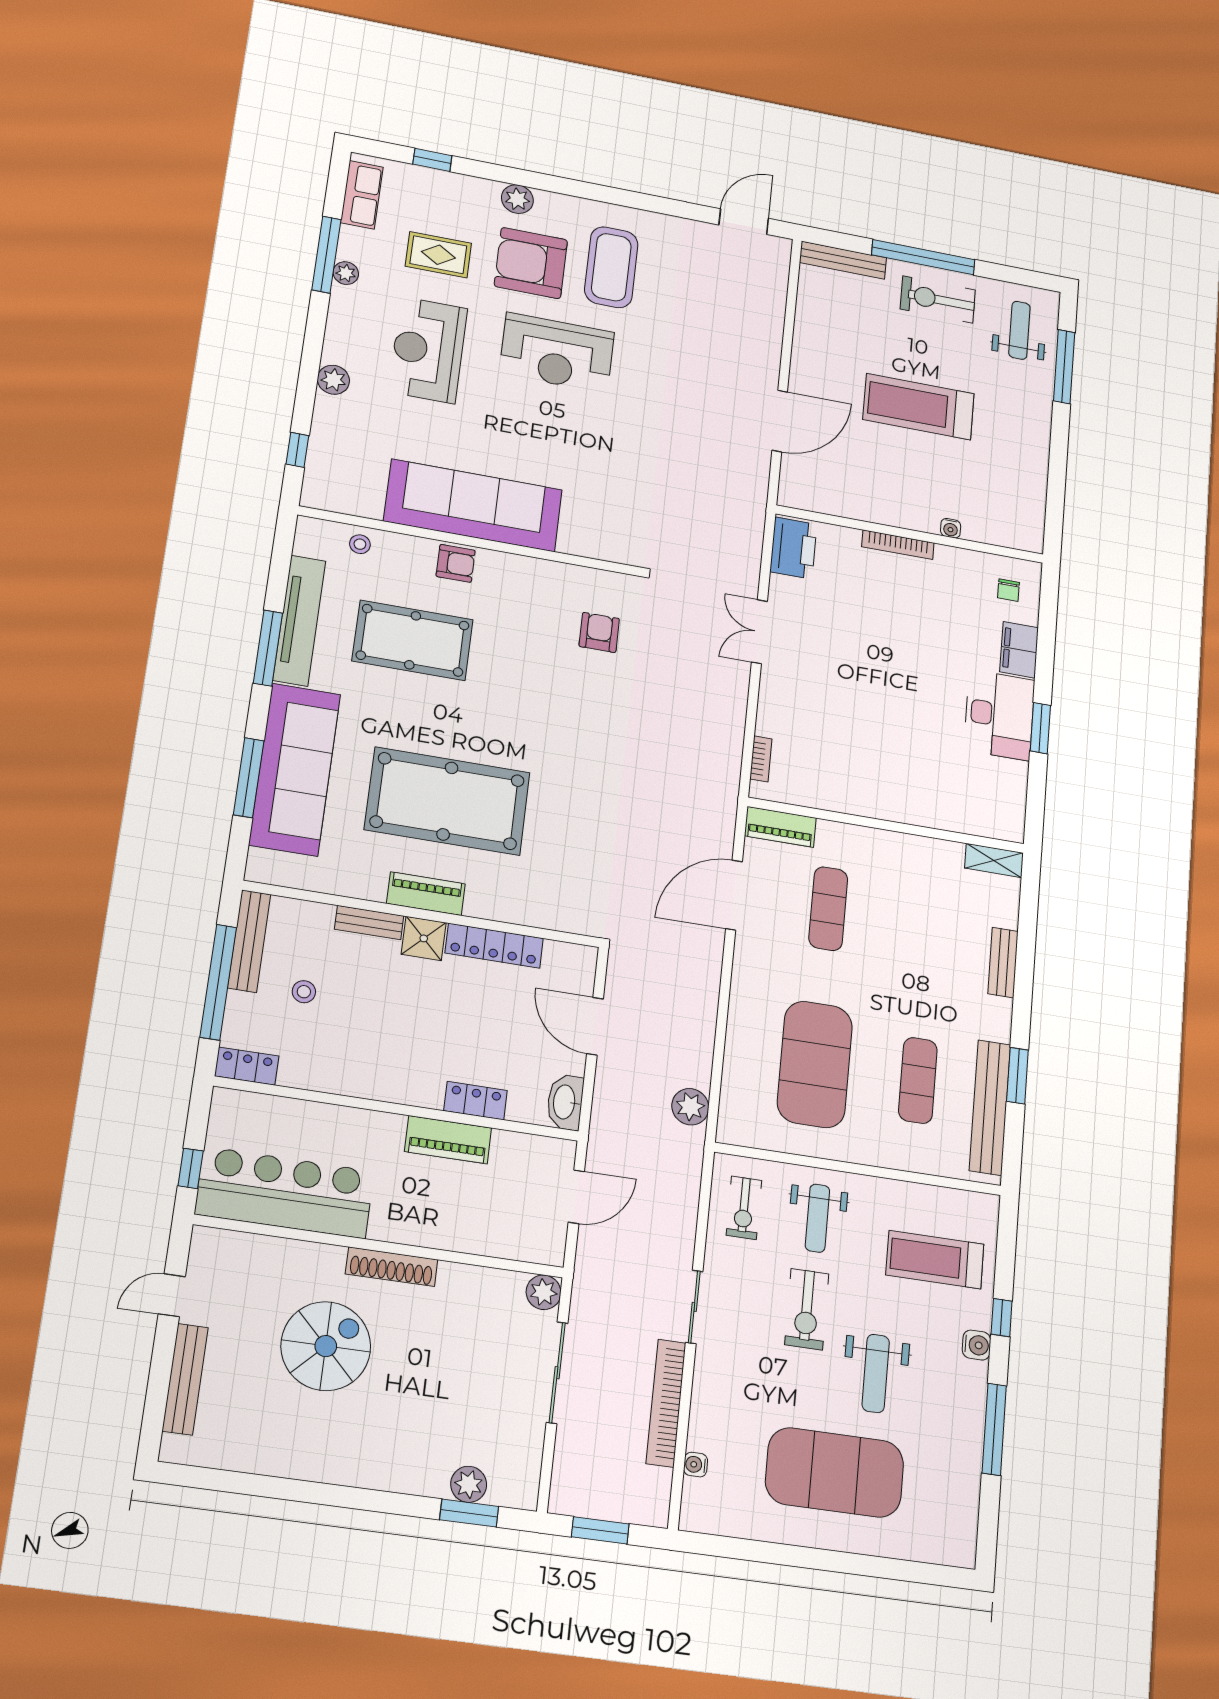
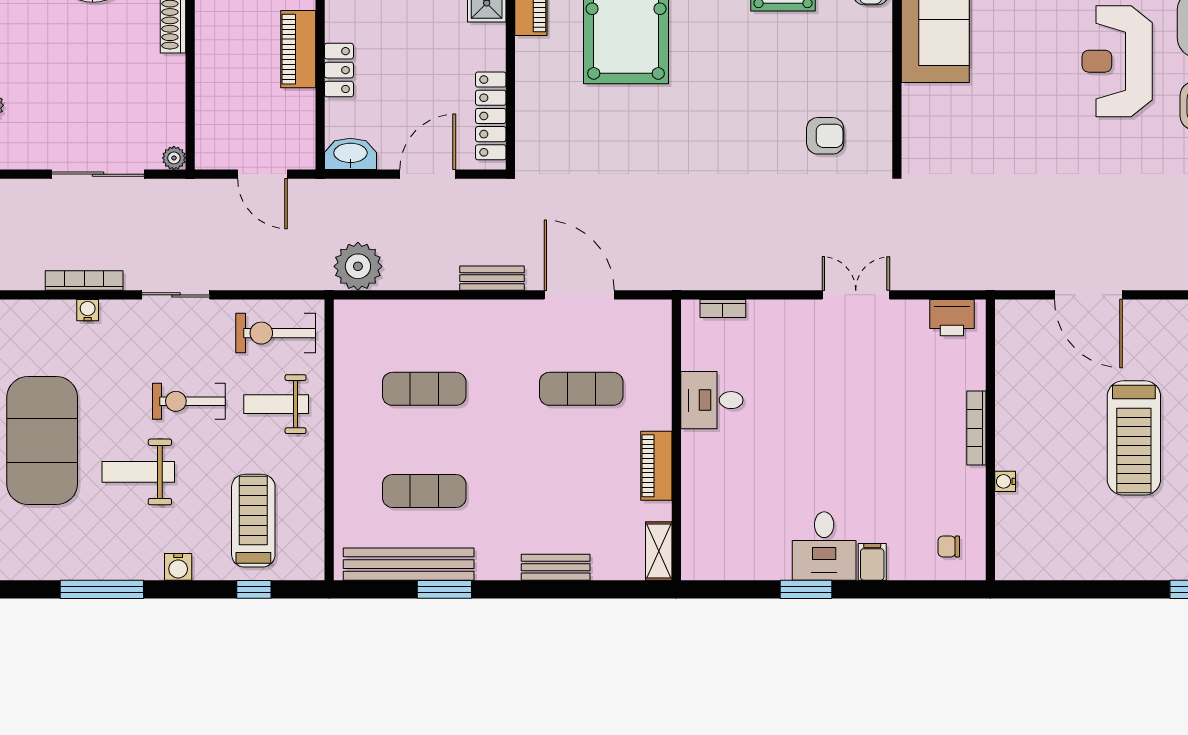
treadmill: (919, 407) -> (1134, 438), turned 180
printer: (793, 548) -> (952, 318), width x0.73, depth x0.84
filing cabinet: (1019, 650) -> (872, 562), width x0.50
desk: (999, 715) -> (824, 546), width x0.73
desk: (850, 785) -> (712, 400), added
piano: (780, 827) -> (656, 466), moved
locker: (494, 946) -> (491, 116), moved
bench: (709, 979) -> (492, 278), added
exercise mat: (815, 1064) -> (424, 389), width x0.50, depth x0.69
plant: (690, 1107) -> (358, 266), width x1.36, depth x1.36
exercise bike: (744, 1208) -> (276, 333), width x1.38, depth x1.39
plant: (544, 1292) -> (174, 158), width x0.73, depth x0.73
window: (1002, 1318) -> (254, 589), moved
bookcase: (666, 1403) -> (84, 281), width x0.68, depth x0.76
water cooler: (696, 1465) -> (88, 310), moved

